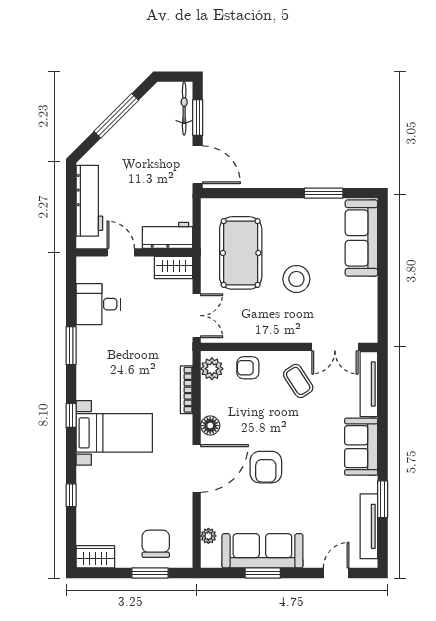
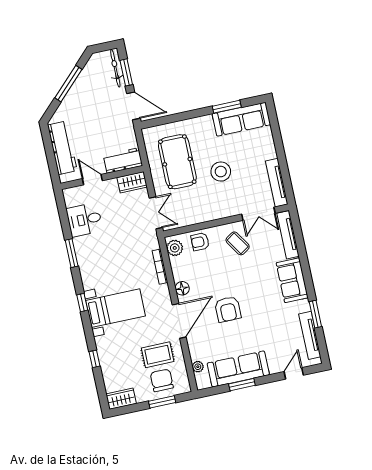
sofa: (361, 238) -> (241, 119), moved, turned -90
tv unit: (369, 310) -> (277, 183), added
rug: (158, 508) -> (158, 355), added

